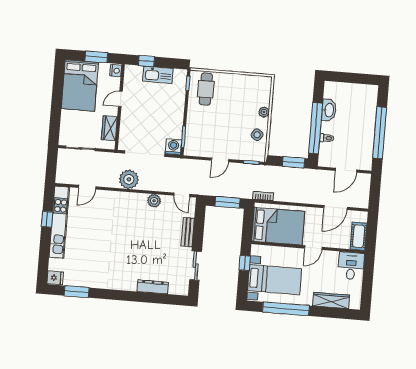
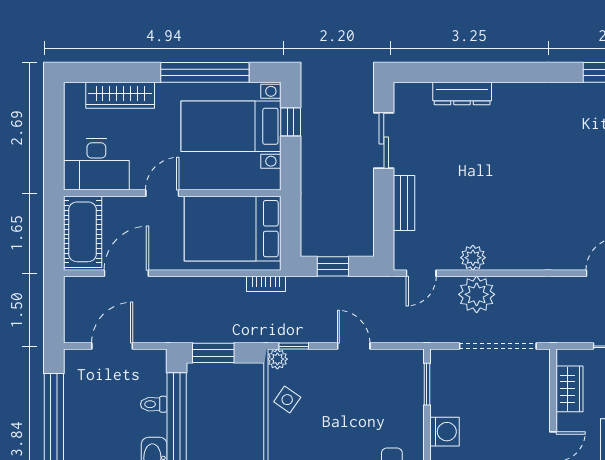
plant: (264, 112) -> (277, 359), moved
washing machine: (173, 147) -> (444, 432), moved, turned -90
door: (220, 160) -> (354, 346), hinge flipped
plant: (129, 179) -> (477, 294), moved
door: (182, 195) -> (421, 273), swing flipped
window: (227, 202) -> (333, 266), width x0.67
cot: (359, 236) -> (83, 232), width x1.37, depth x1.34
window: (245, 263) -> (291, 122), moved
desk: (351, 266) -> (96, 164), width x1.37

